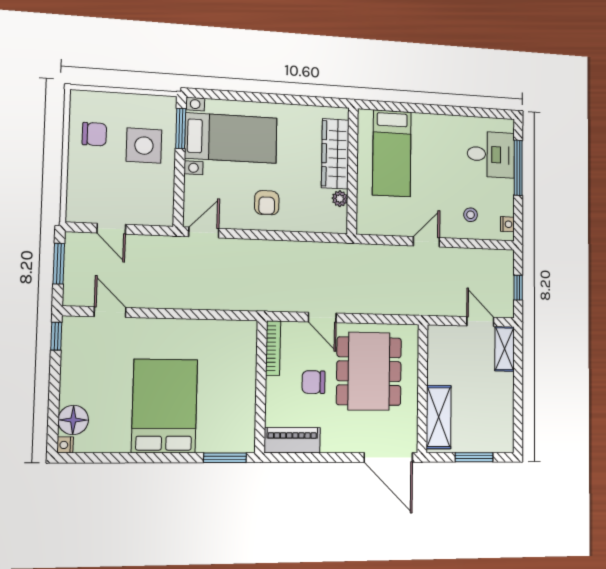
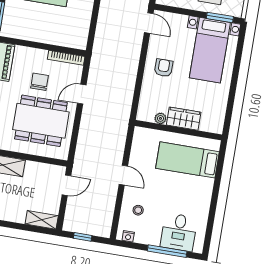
wardrobe: (335, 154) -> (184, 119), width x0.67
armchair: (267, 203) -> (164, 68), turned 90
door: (480, 322) -> (66, 185), moved

